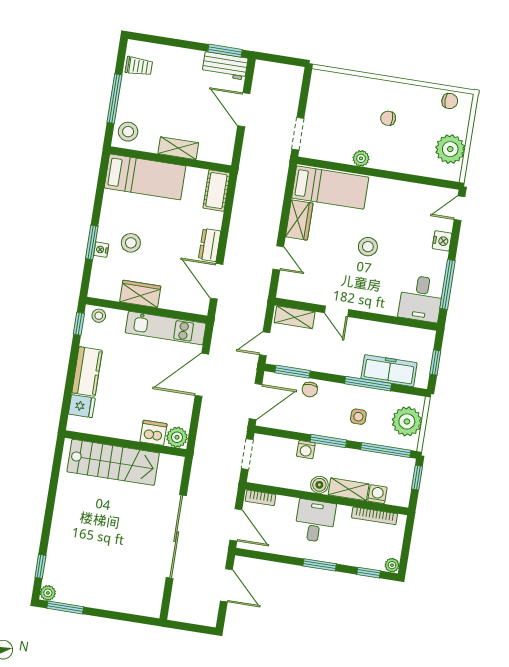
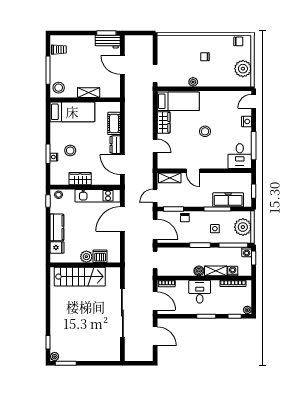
cot: (216, 191) -> (114, 123), moved
door: (255, 401) -> (155, 229), hinge flipped
plant: (177, 437) -> (86, 257), moved
washing machine: (306, 450) -> (247, 252), moved

